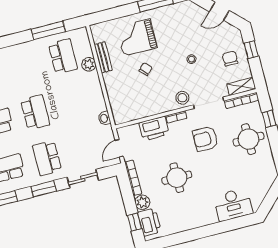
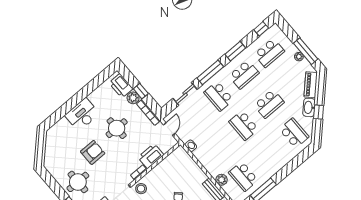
armchair: (205, 139) -> (93, 152), moved
school desk: (47, 158) -> (219, 96), turned 180
window: (44, 189) -> (210, 72), width x1.44
desk: (233, 205) -> (82, 115), moved
window: (134, 222) -> (141, 91), moved

